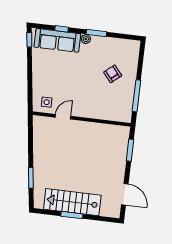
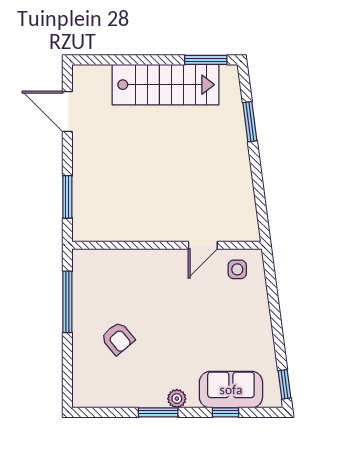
sofa: (57, 40) -> (231, 390), width x0.73
window: (72, 215) -> (206, 60), moved

